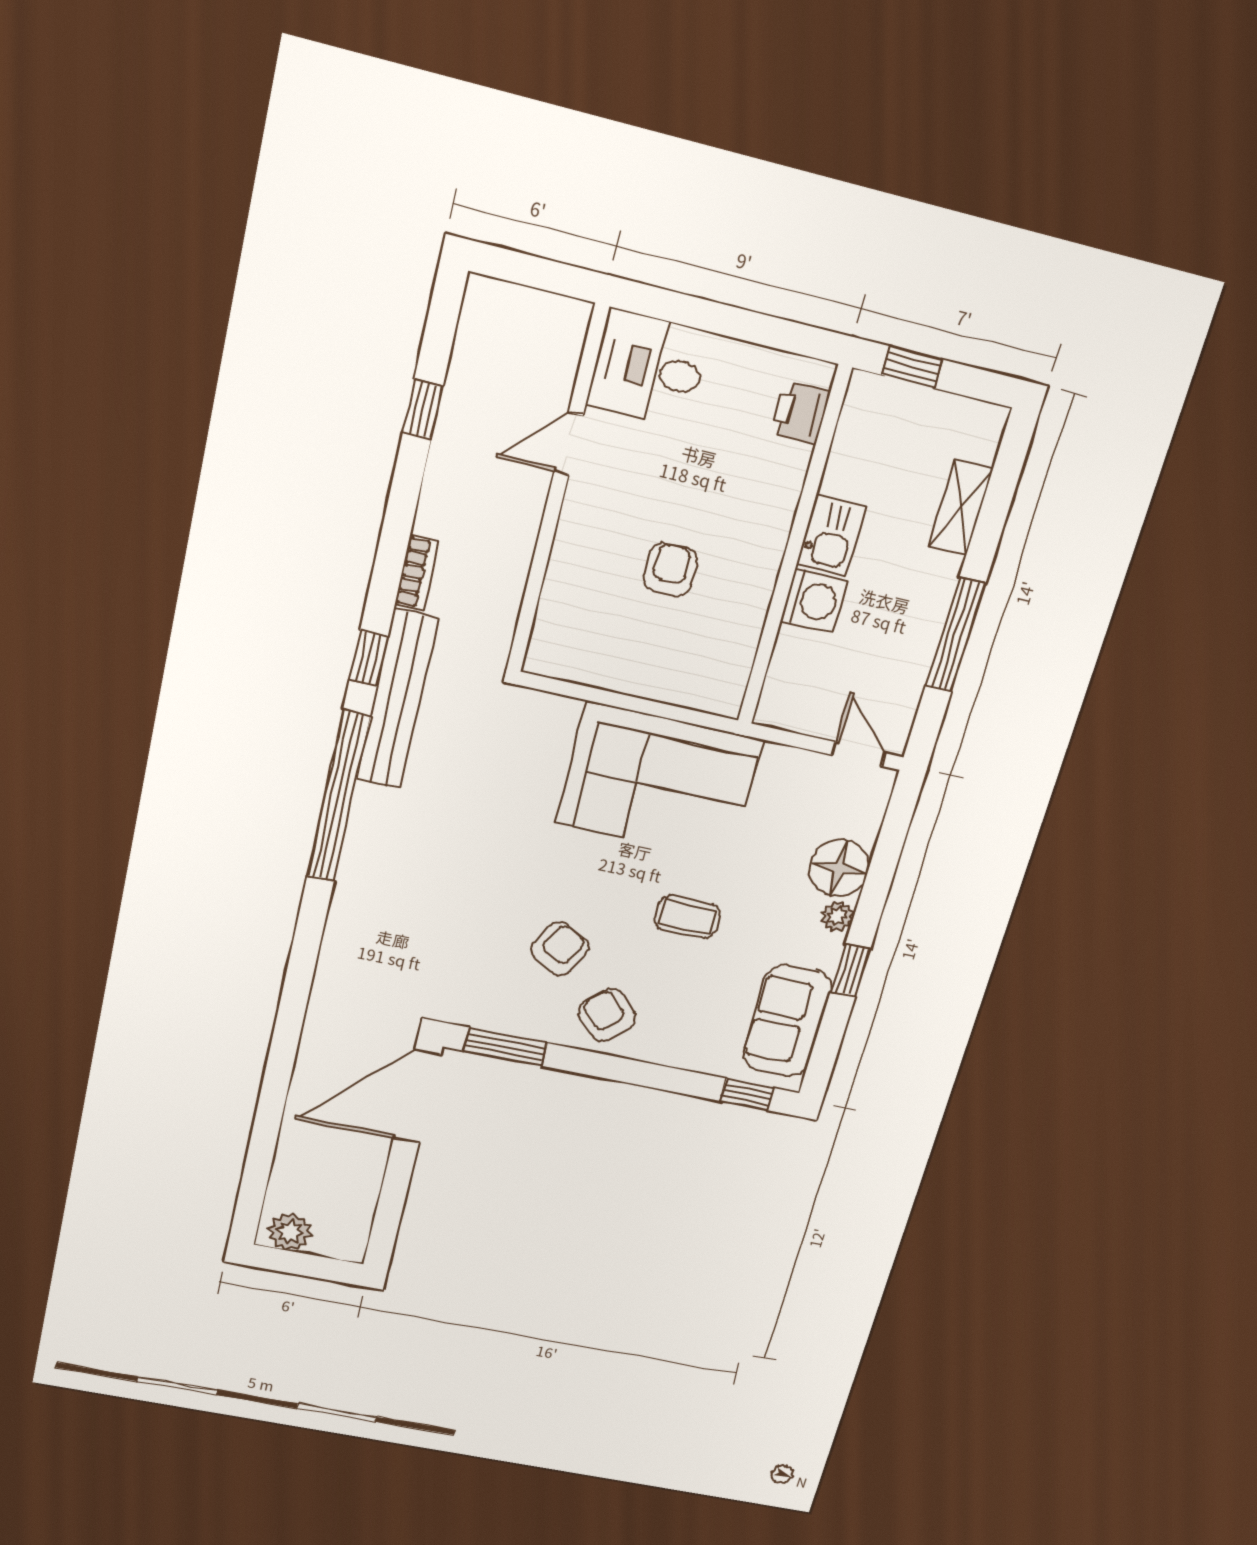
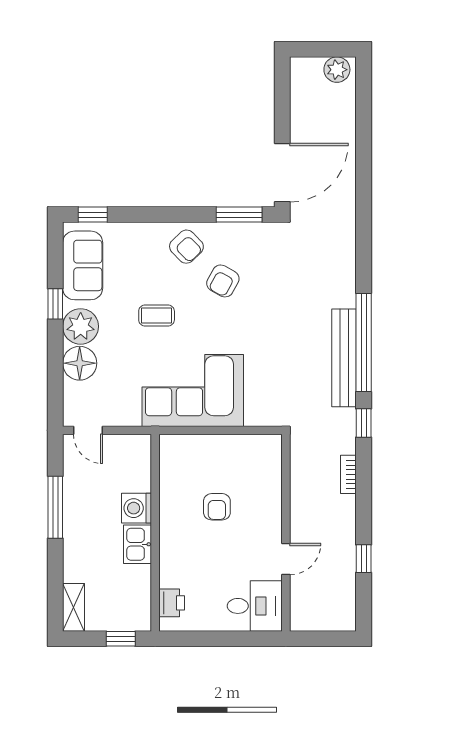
shelving: (961, 508) -> (74, 607), moved
bench: (397, 699) -> (344, 358), moved
plant: (837, 916) -> (81, 326), width x1.87, depth x1.87

